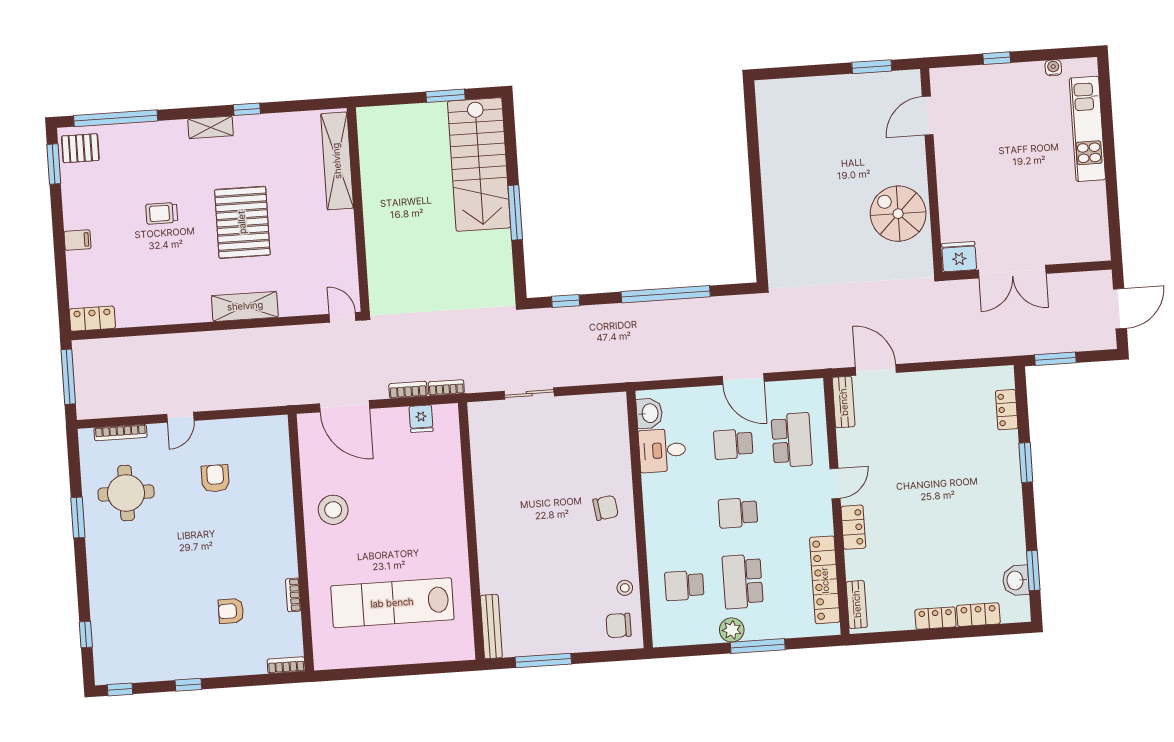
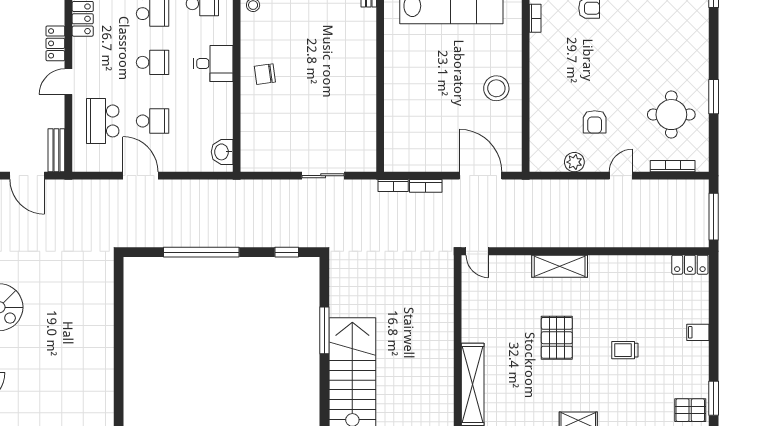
trolley: (162, 213) -> (625, 350), turned 180
pallet: (242, 222) -> (557, 338), width x0.73, depth x0.71
fridge: (421, 419) -> (416, 161), removed
plant: (236, 430) -> (574, 162), added
desk: (662, 450) -> (213, 63), moved

